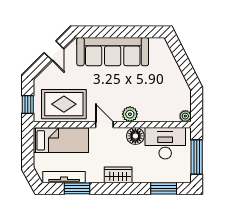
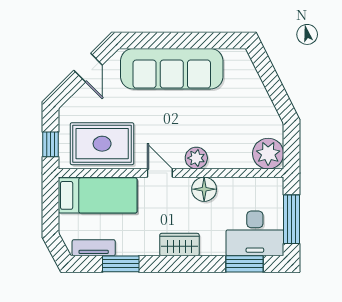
plant: (185, 116) -> (268, 154), width x1.88, depth x1.88
desk: (165, 143) -> (255, 233), moved, turned 180
tv unit: (64, 177) -> (94, 248), width x0.71

